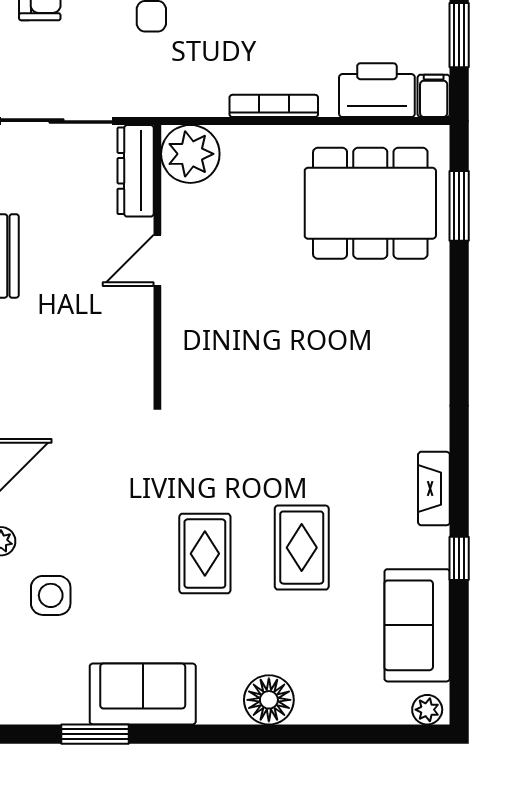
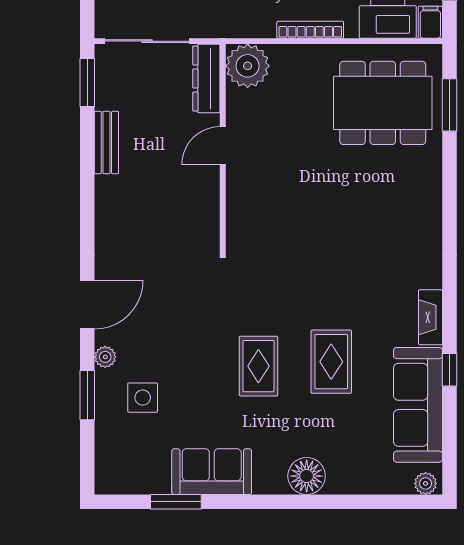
sofa: (417, 625) -> (418, 405), width x1.36

